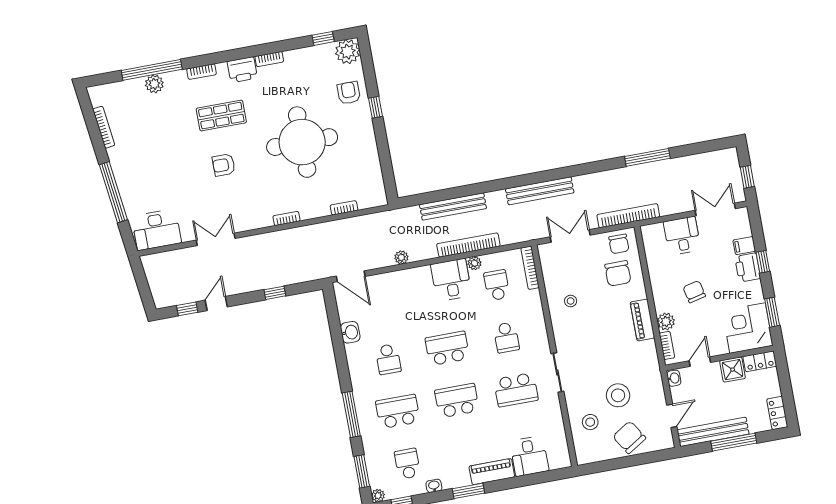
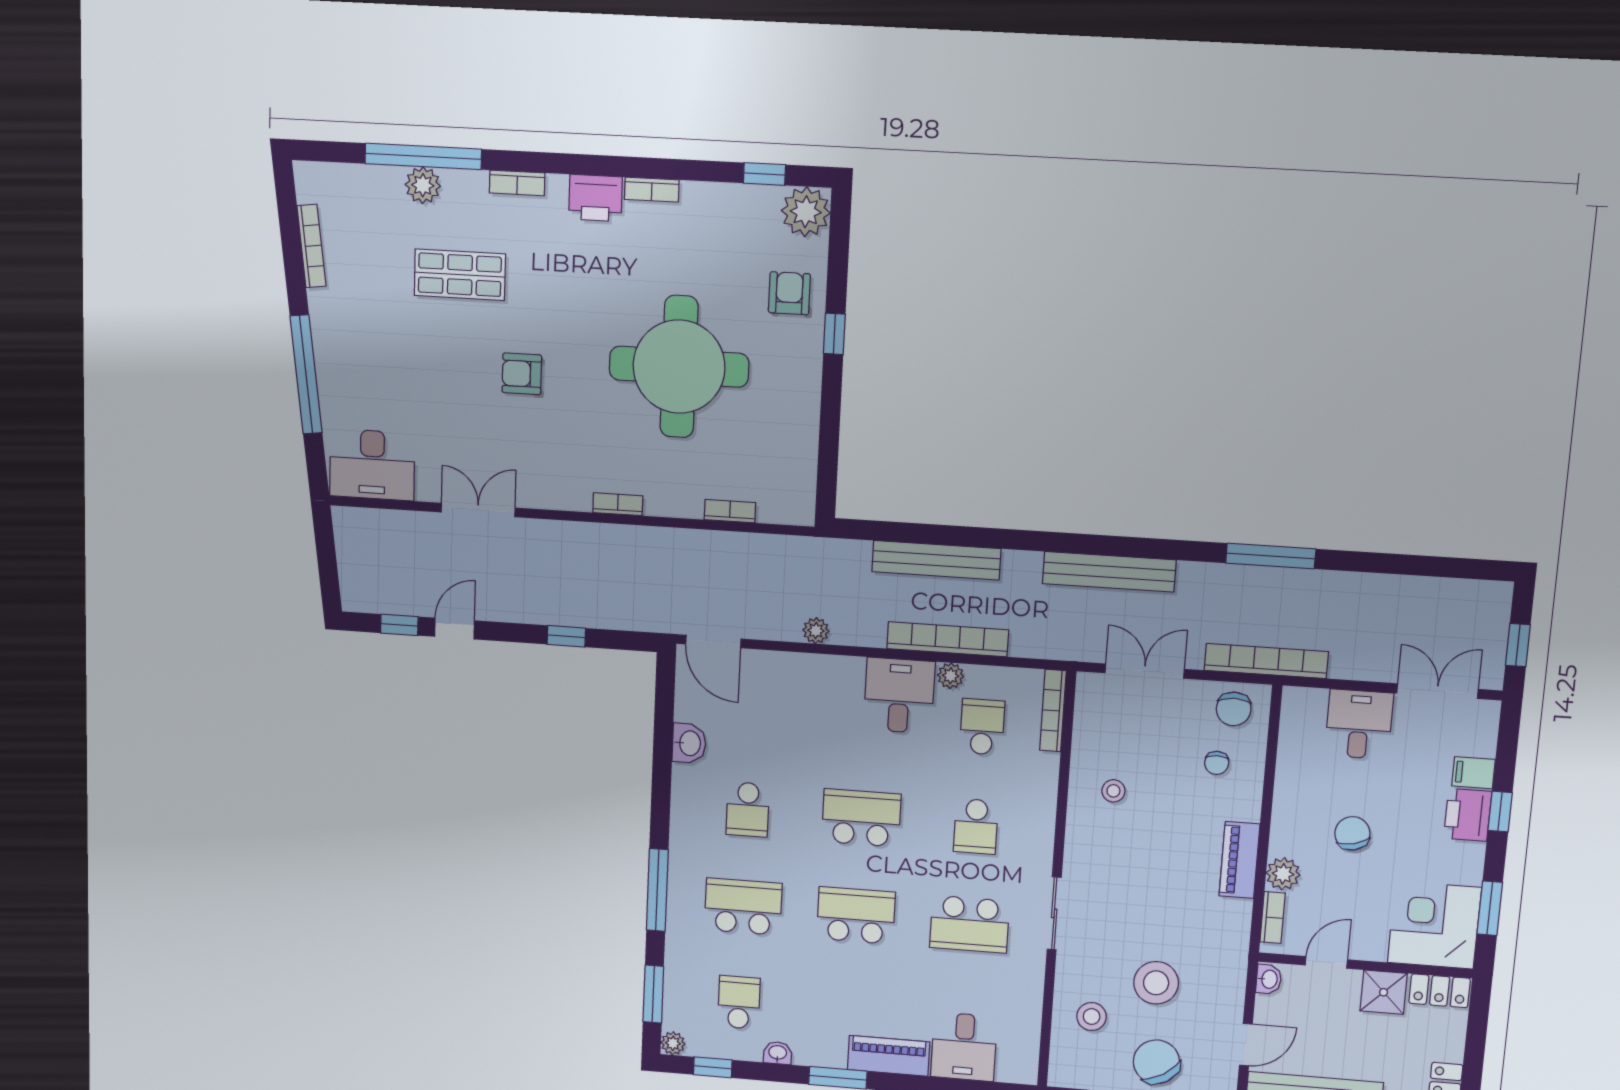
shop shelf: (221, 116) -> (460, 275), moved
window: (647, 157) -> (1271, 556), moved
chair: (618, 273) -> (1217, 763), width x0.54, depth x0.54

